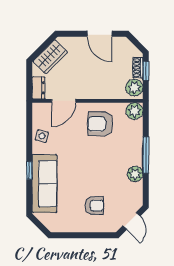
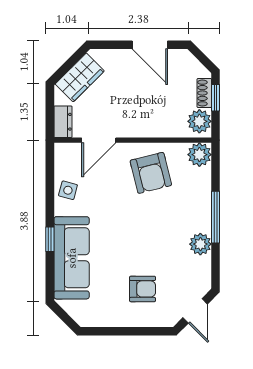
armchair: (100, 124) -> (151, 173), turned -105

